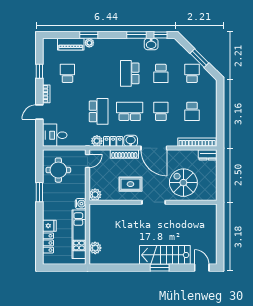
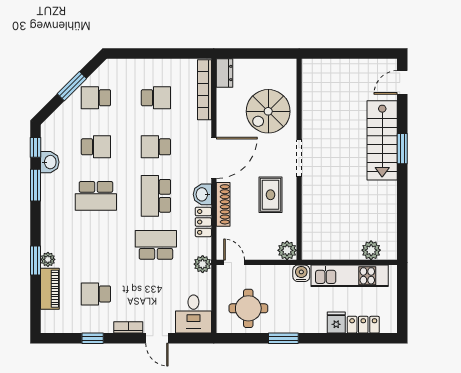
plant: (97, 141) -> (203, 264), moved

